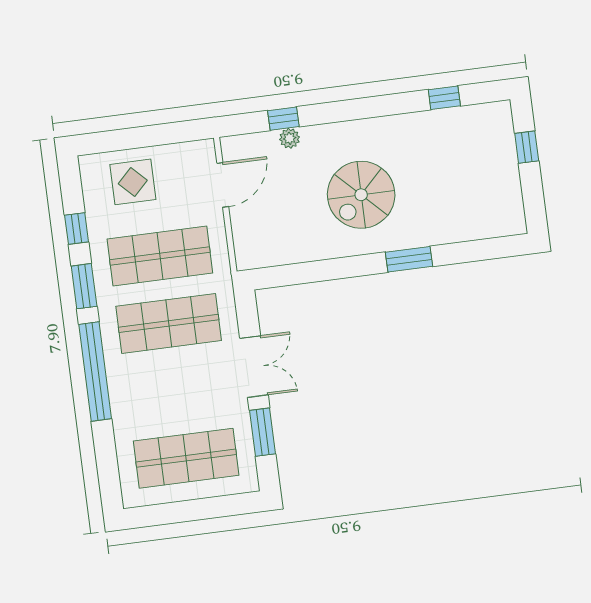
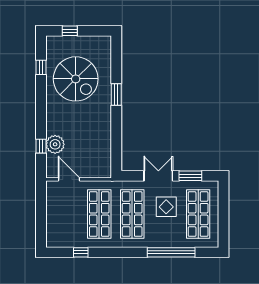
plant: (290, 138) -> (55, 144), width x1.88, depth x1.88
display table: (133, 182) -> (166, 207), moved
spiral stairs: (361, 195) -> (76, 79), moved, width x1.37, depth x1.37
window: (84, 286) -> (109, 252), removed
window: (95, 371) -> (171, 252), moved

